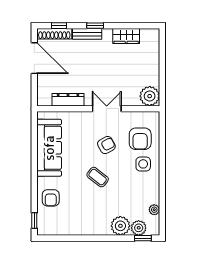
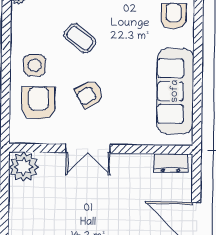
dresser: (68, 100) -> (171, 163), moved, width x0.70
coffee table: (98, 177) -> (80, 38), moved

